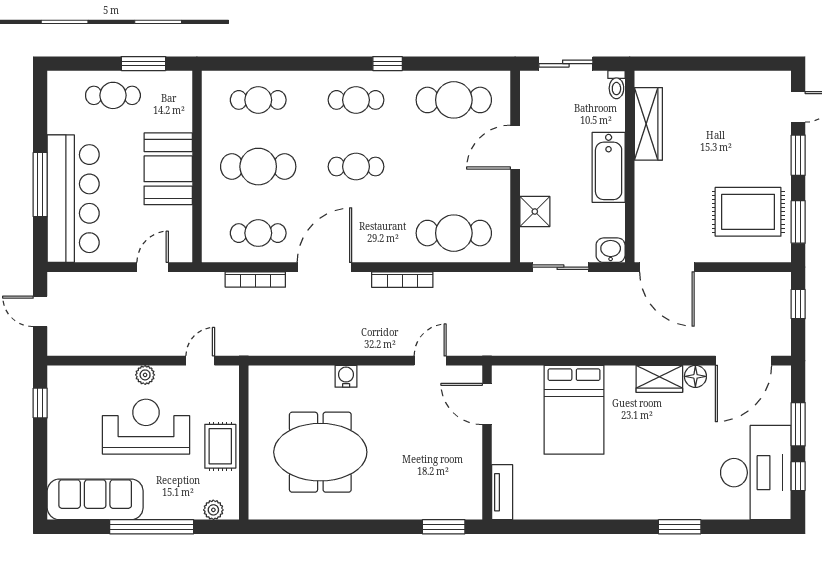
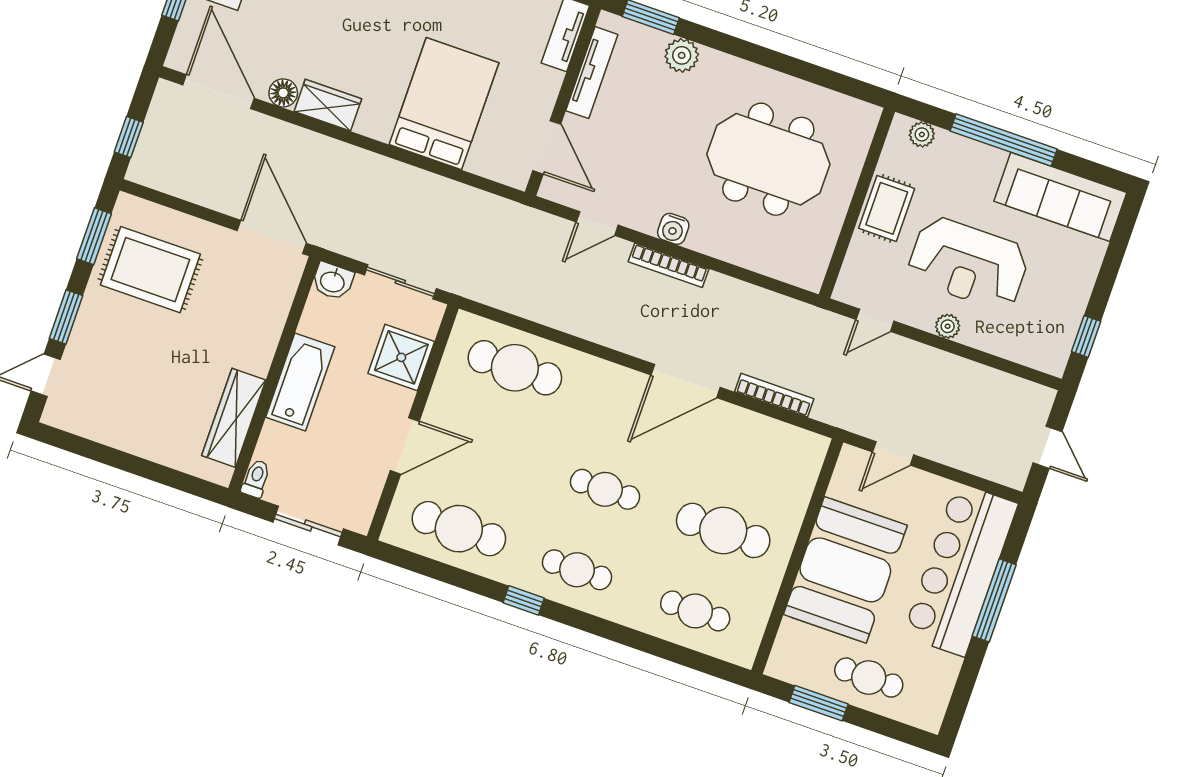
booth: (168, 169) -> (845, 570), width x1.36, depth x1.42
shower: (535, 212) -> (401, 357), width x1.36, depth x1.36
cafe table: (258, 233) -> (751, 450), removed
bookcase: (402, 280) -> (668, 265), moved, turned 180
door: (743, 361) -> (219, 92), hinge flipped
water cooler: (346, 376) -> (673, 229), moved
tv unit: (473, 471) -> (592, 73), added
plant: (411, 507) -> (682, 55), added

